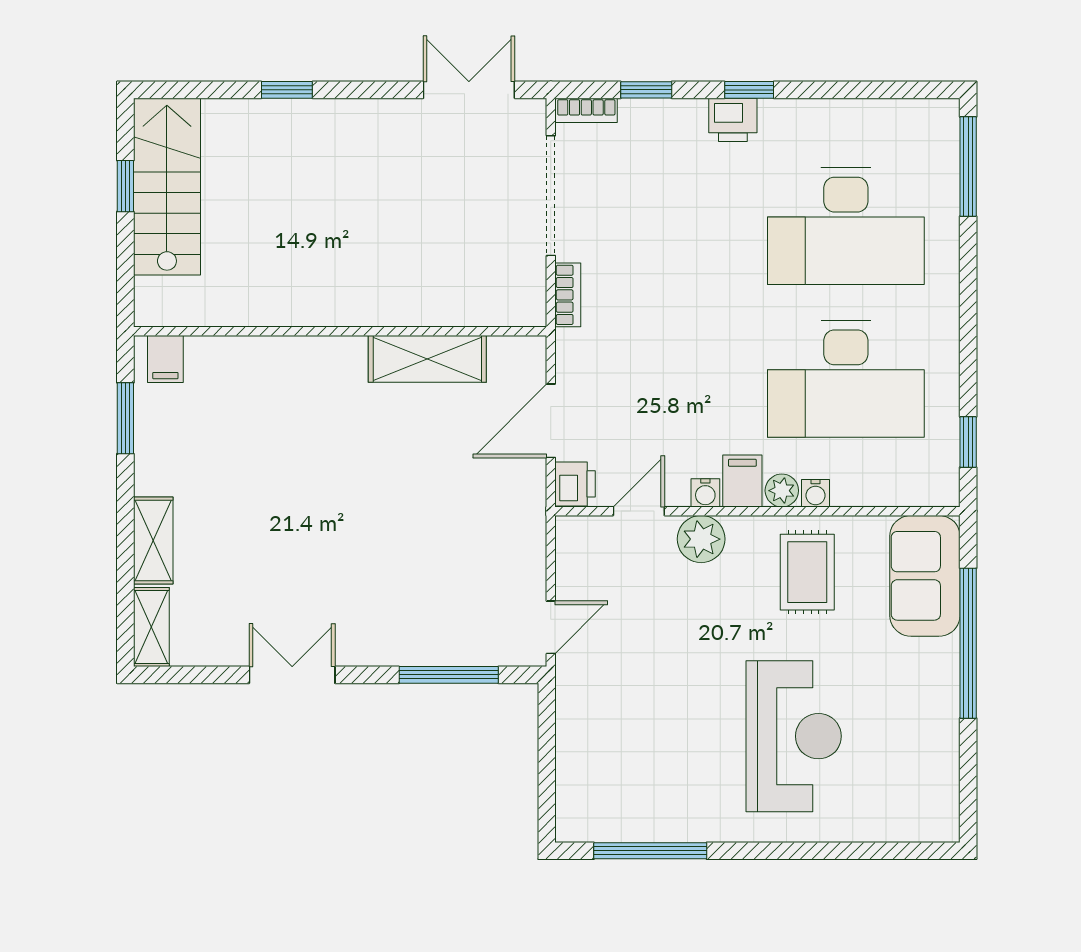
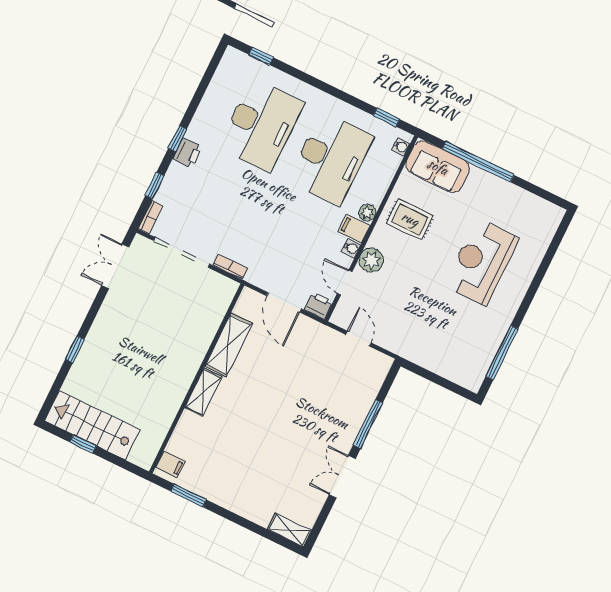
window: (968, 167) -> (261, 56), width x0.46
water cooler: (815, 493) -> (401, 147), moved
shelving: (153, 540) -> (203, 392), moved, turned 90
door: (551, 627) -> (358, 339), moved
window: (449, 675) -> (368, 424), moved
reception desk: (794, 736) -> (482, 262), turned -90

